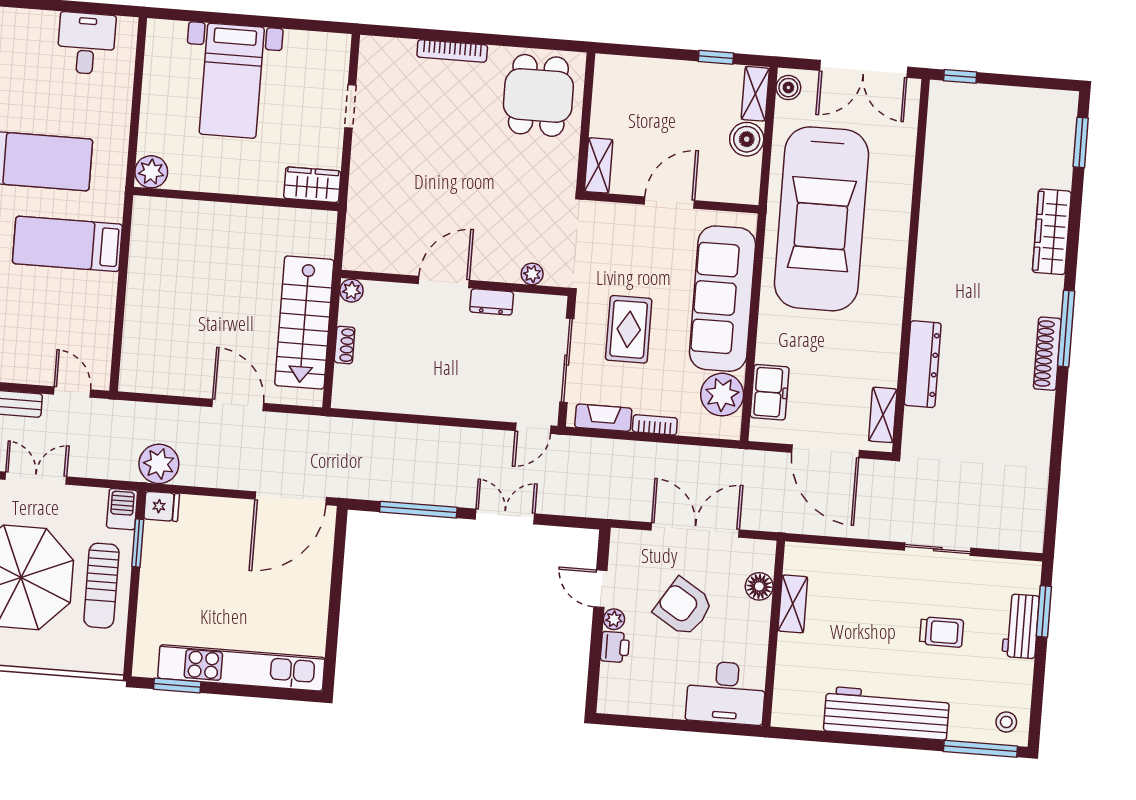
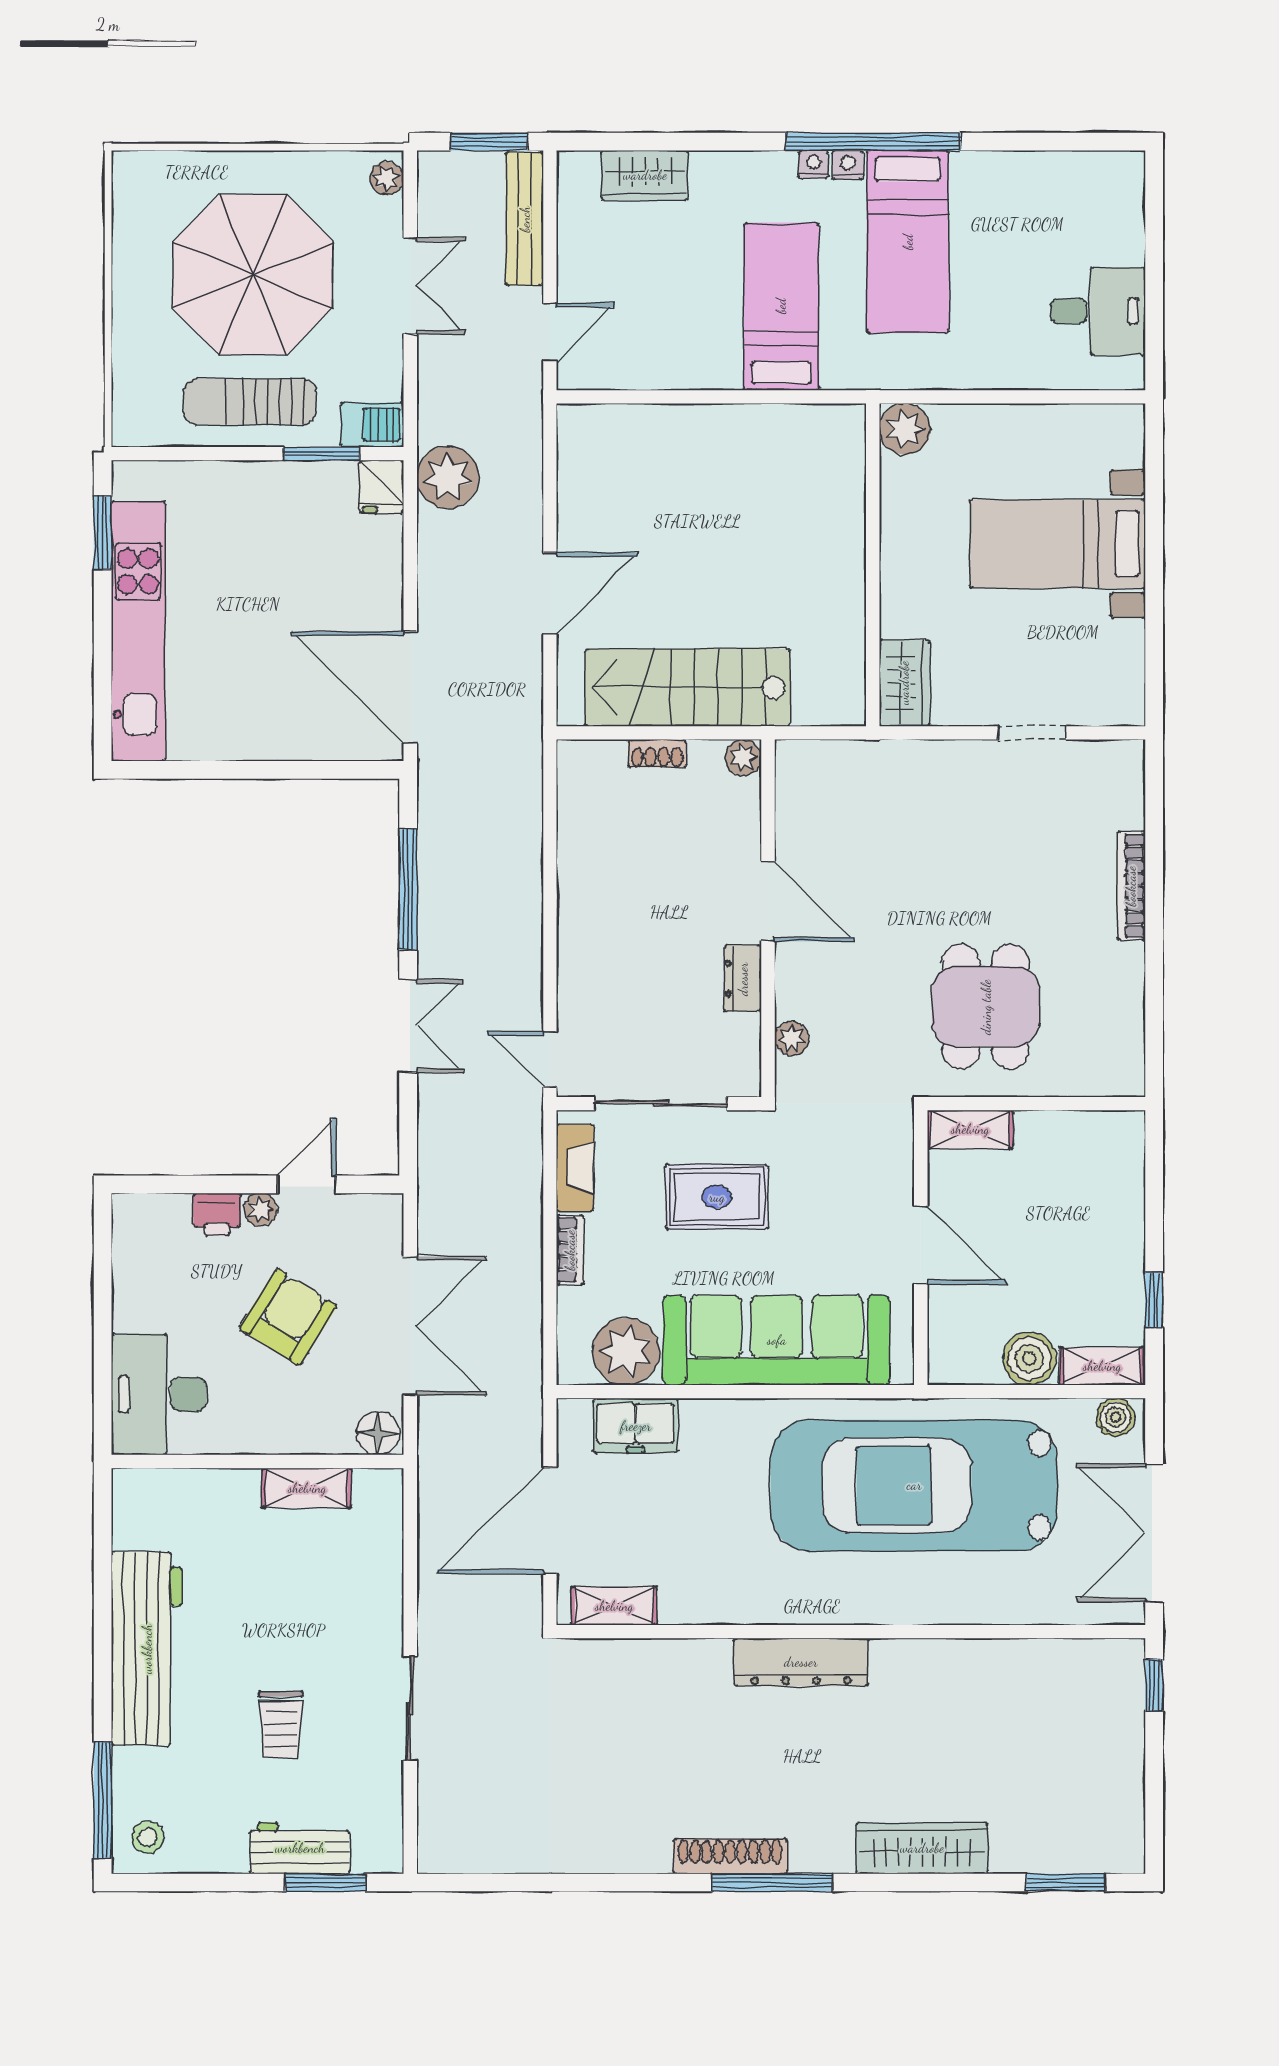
dining table: (538, 95) -> (986, 1007), moved, turned 90
dresser: (923, 364) -> (801, 1662), moved
floor lamp: (759, 586) -> (378, 1433), moved

